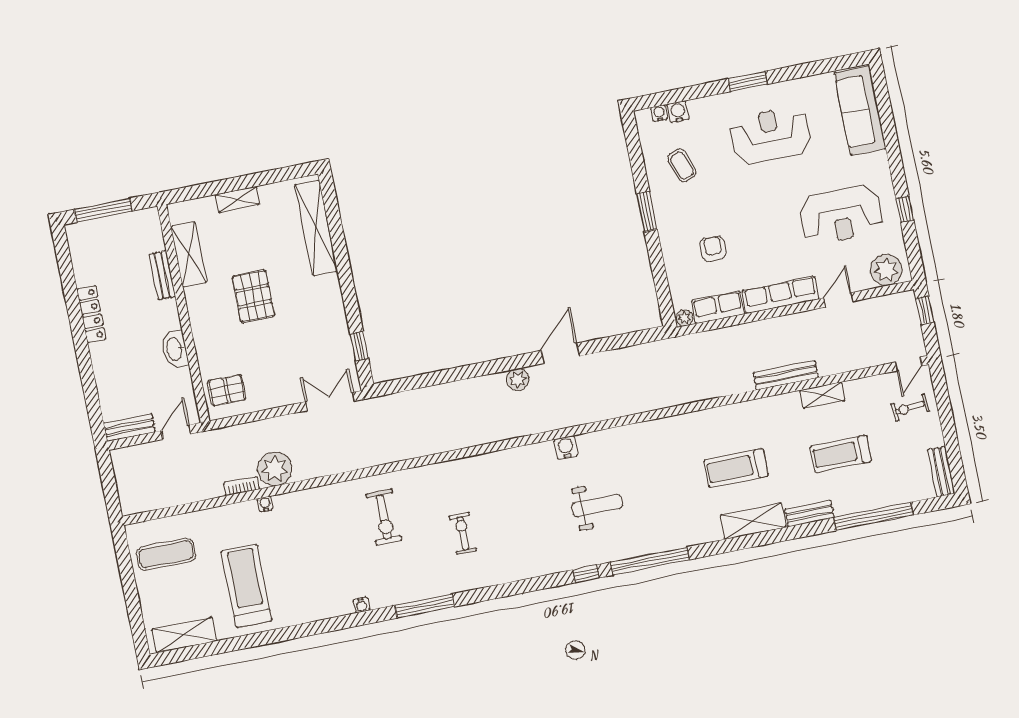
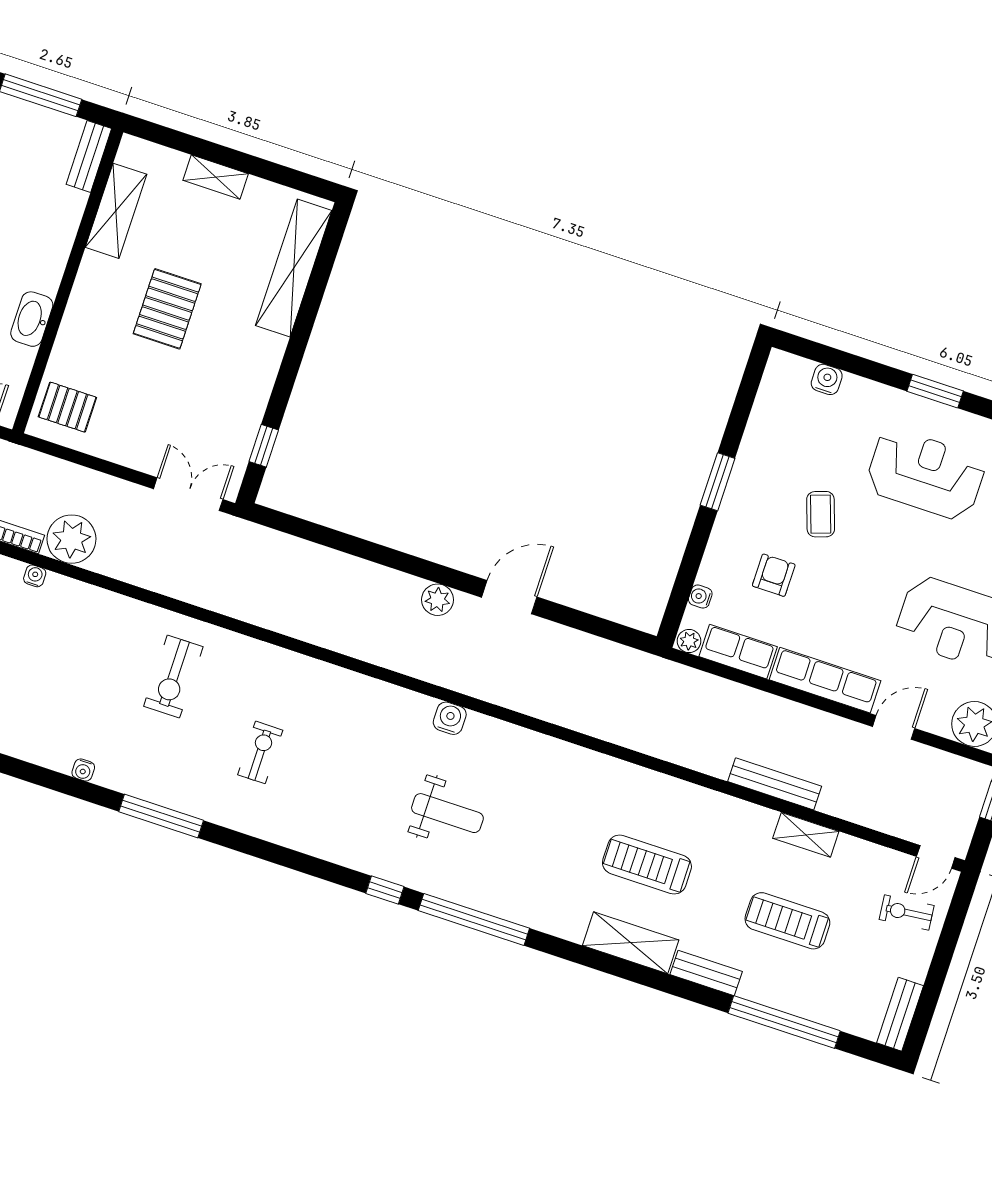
water cooler: (659, 113) -> (700, 597), moved, turned -90
coffee table: (682, 165) -> (821, 514), moved
bench: (162, 275) -> (89, 156), moved

